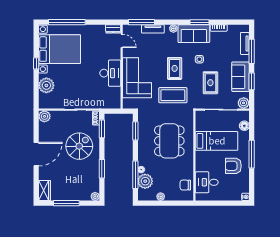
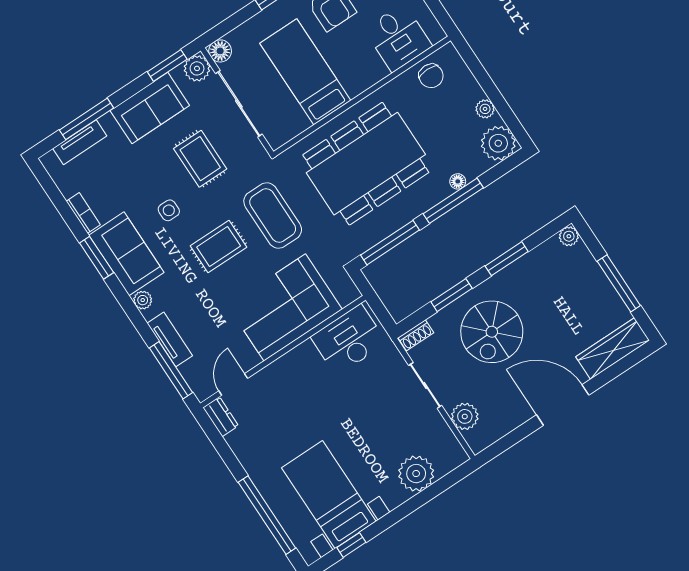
bed with nightstands: (60, 49) -> (329, 495), width x0.73
window: (36, 63) -> (351, 545), moved
desk: (110, 73) -> (349, 340), moved
window: (252, 81) -> (167, 65), moved
rug: (210, 83) -> (200, 159), turned 90
plant: (44, 116) -> (465, 416), moved
floor lamp: (244, 126) -> (220, 51), moved
window: (102, 129) -> (452, 295), moved
window: (135, 131) -> (390, 243), width x1.44
dining table: (169, 141) -> (366, 164), width x1.36, depth x1.24
spiral stairs: (79, 146) -> (492, 332), turned -90
window: (135, 175) -> (453, 201), moved
plant: (145, 181) -> (498, 143), moved
wardrobe: (45, 190) -> (613, 349), width x1.50

